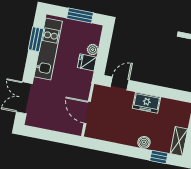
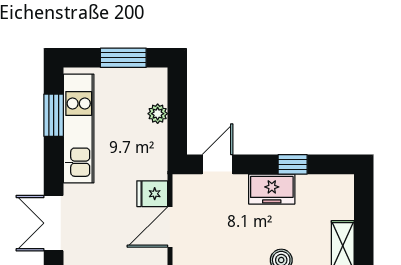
fridge: (87, 62) -> (152, 194), moved
window: (160, 92) -> (293, 164), added
door: (87, 112) -> (170, 227), hinge flipped

